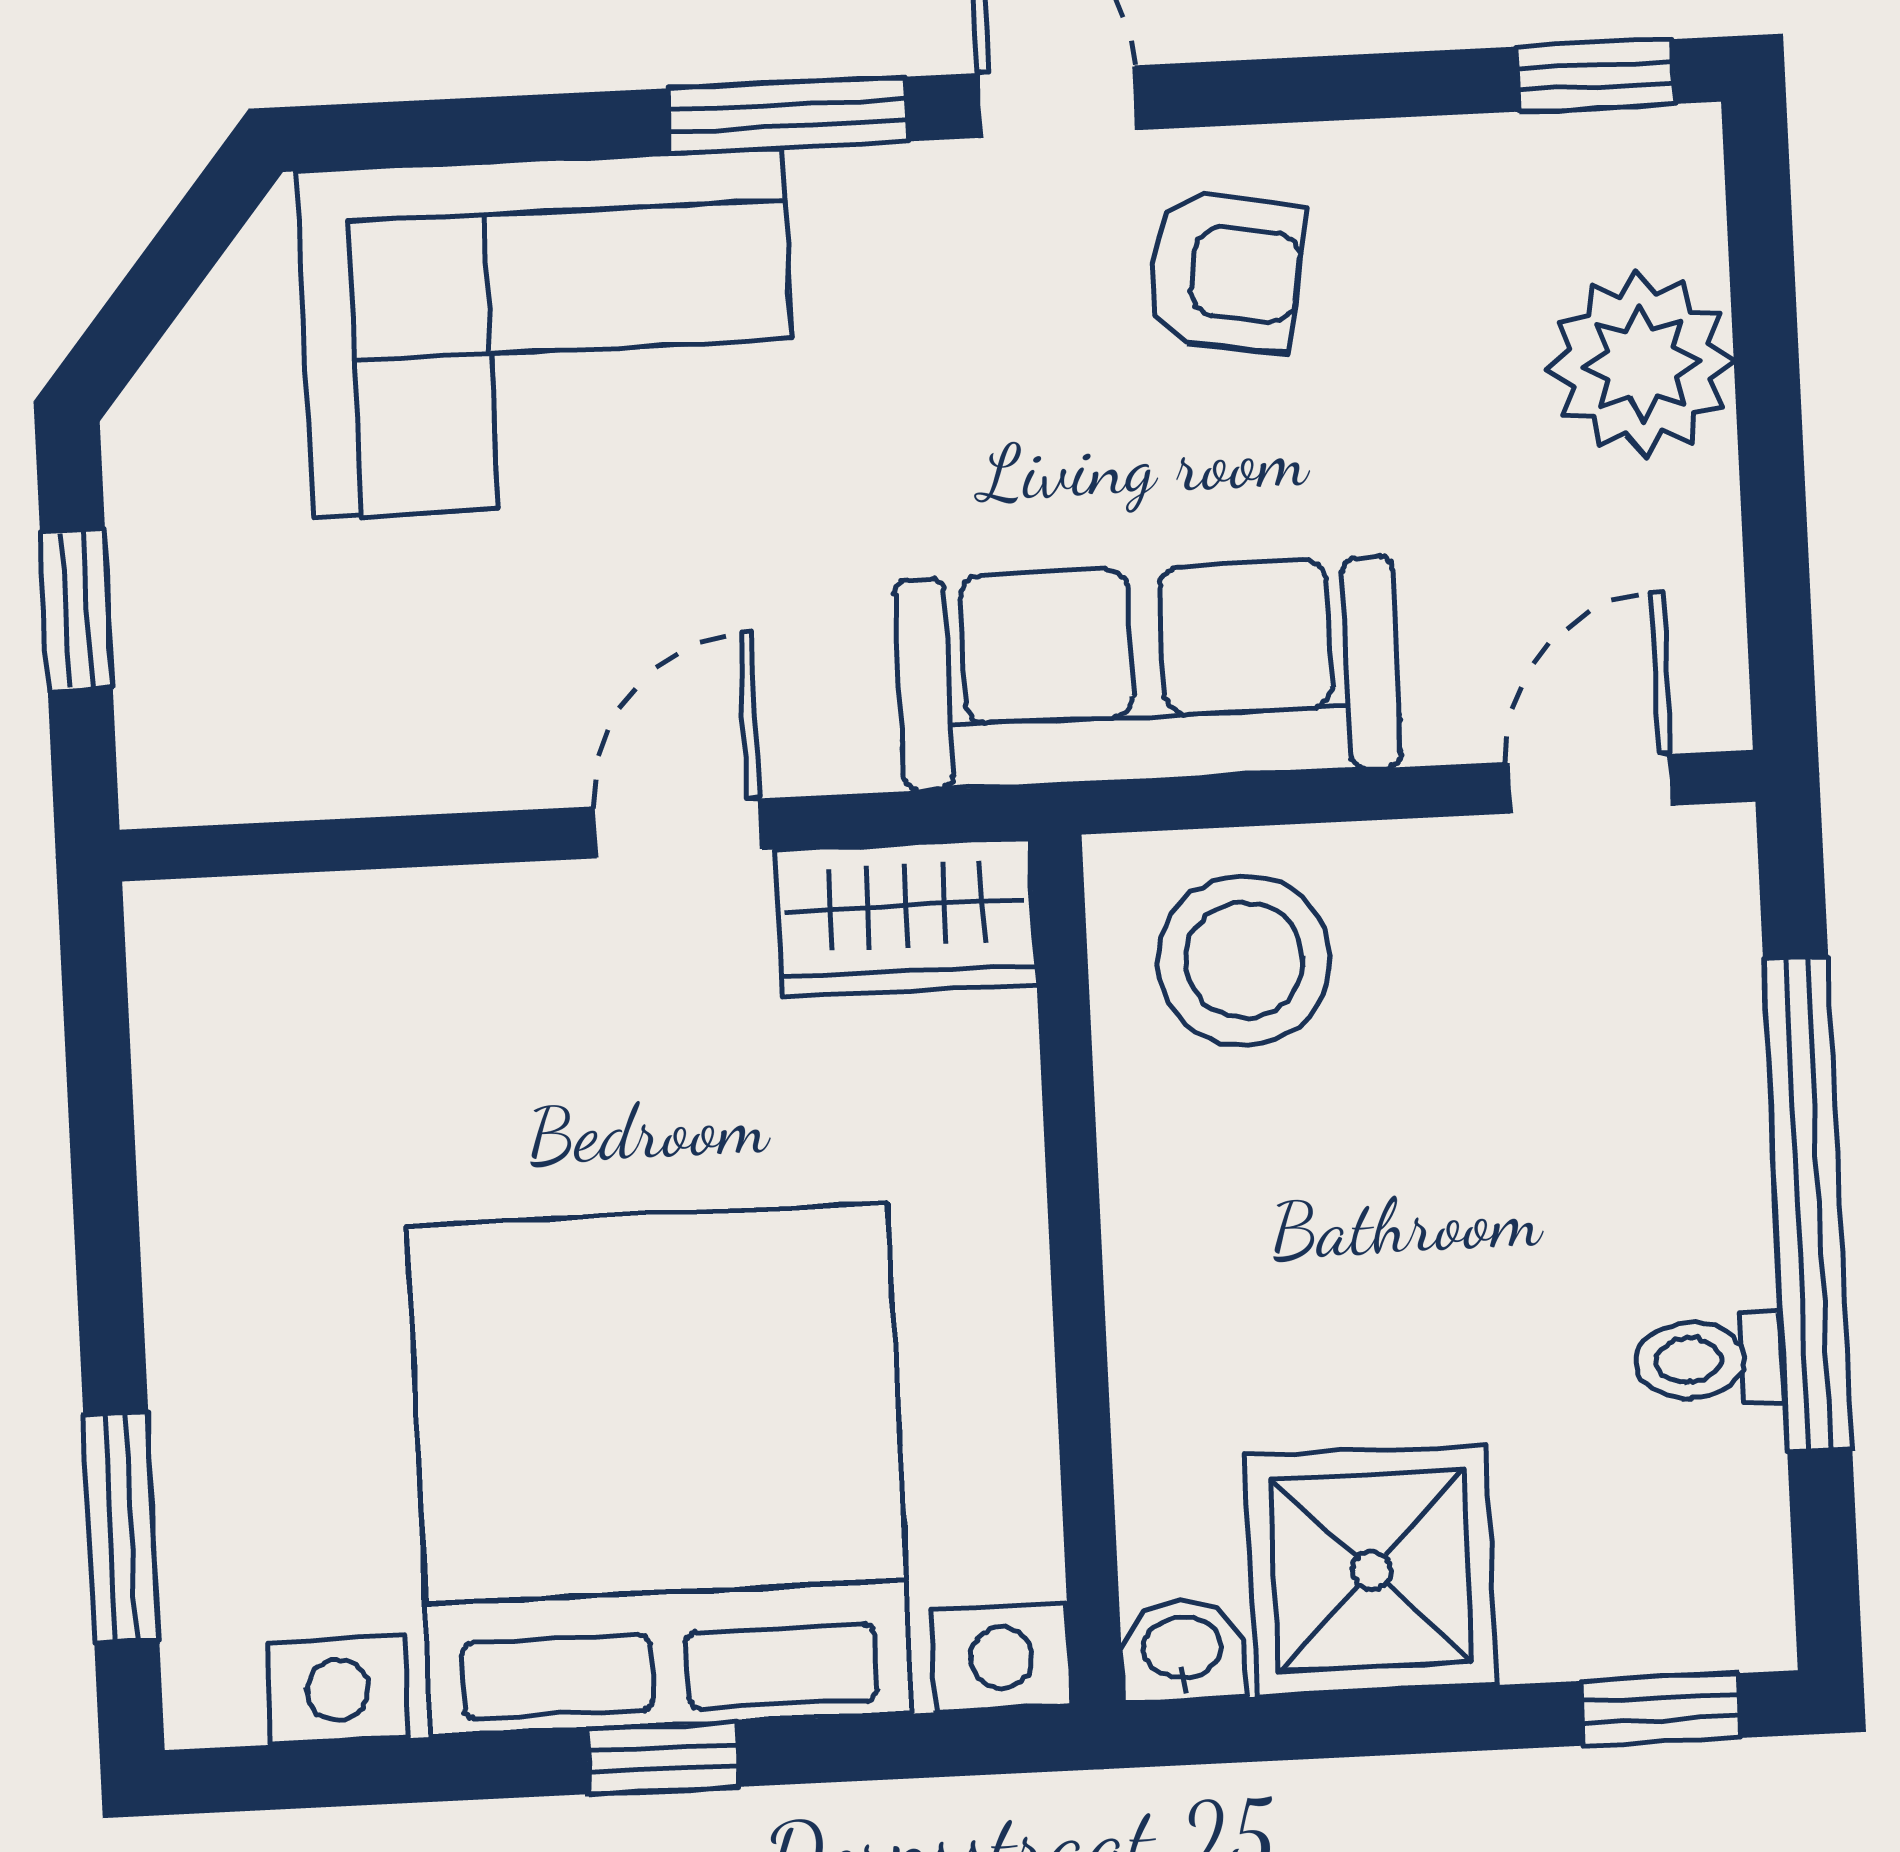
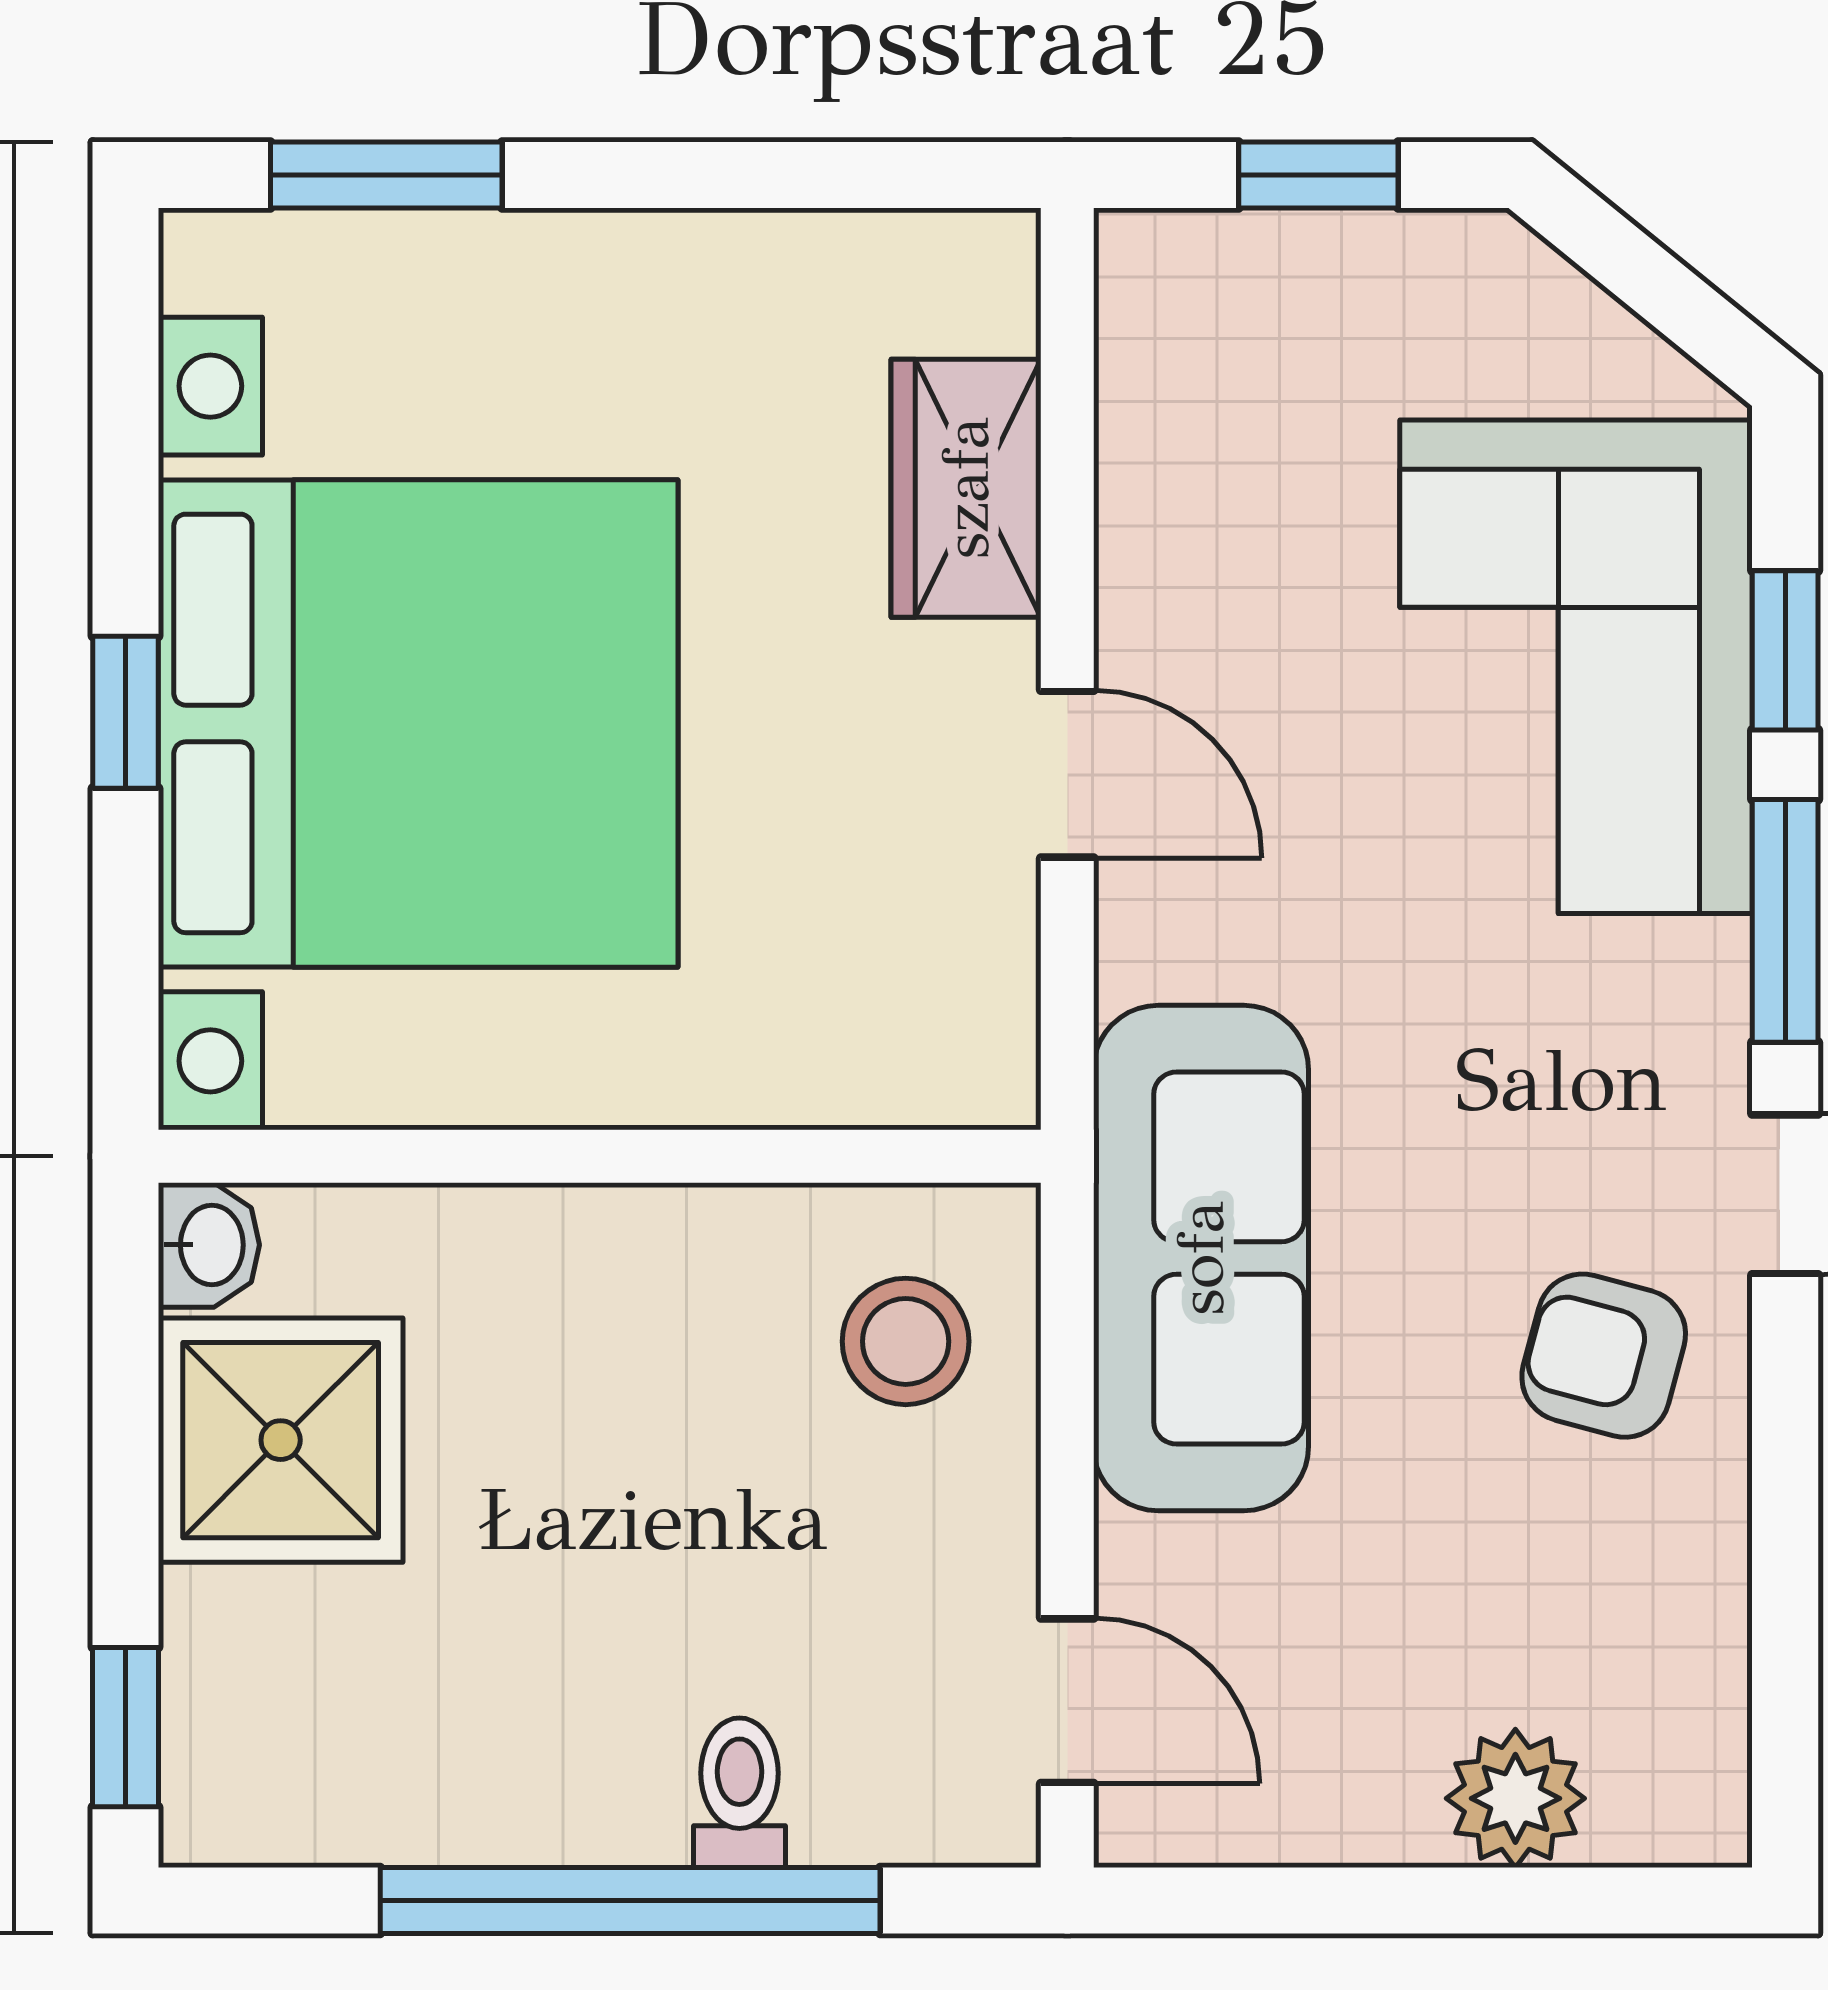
window: (1596, 75) -> (1785, 650), moved
armchair: (1225, 272) -> (1604, 1356), turned 96
plant: (1641, 364) -> (1515, 1798), width x0.73, depth x0.73
wardrobe: (906, 917) -> (966, 488), moved
stool: (1244, 960) -> (906, 1341), width x0.73, depth x0.73
toilet: (1709, 1359) -> (739, 1793), moved

